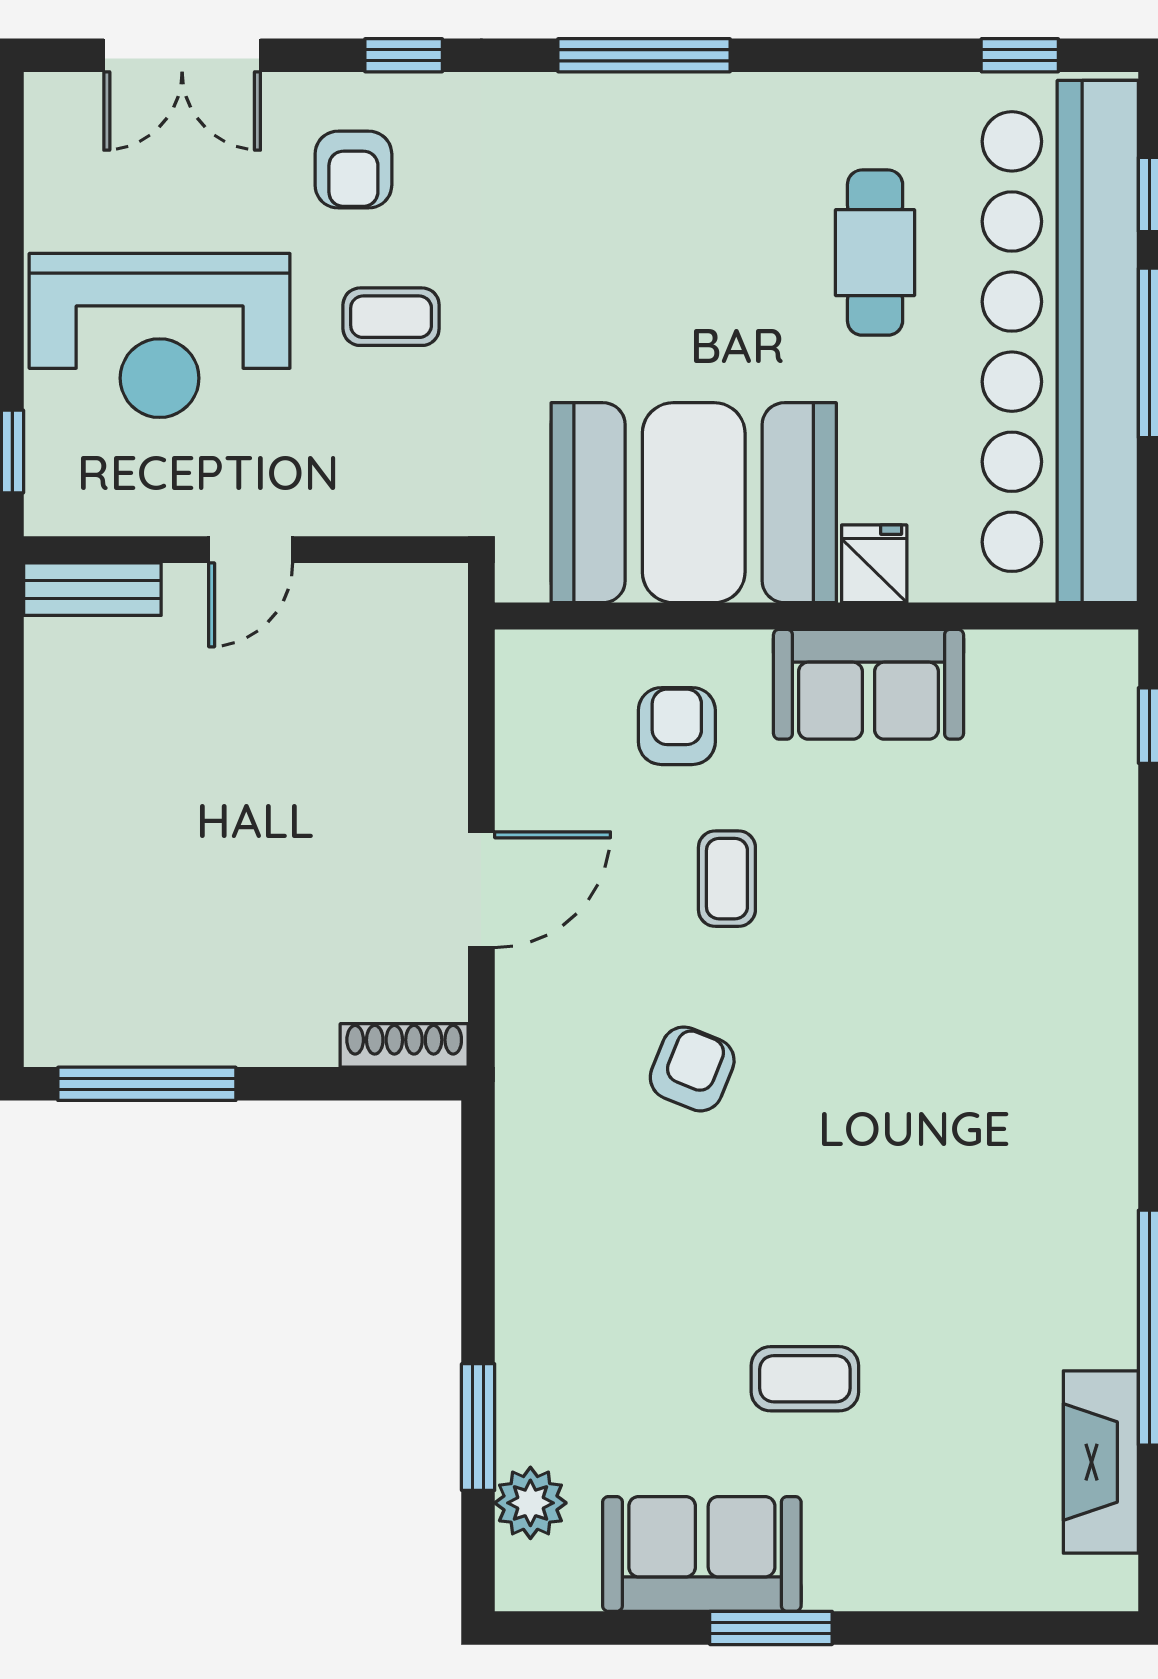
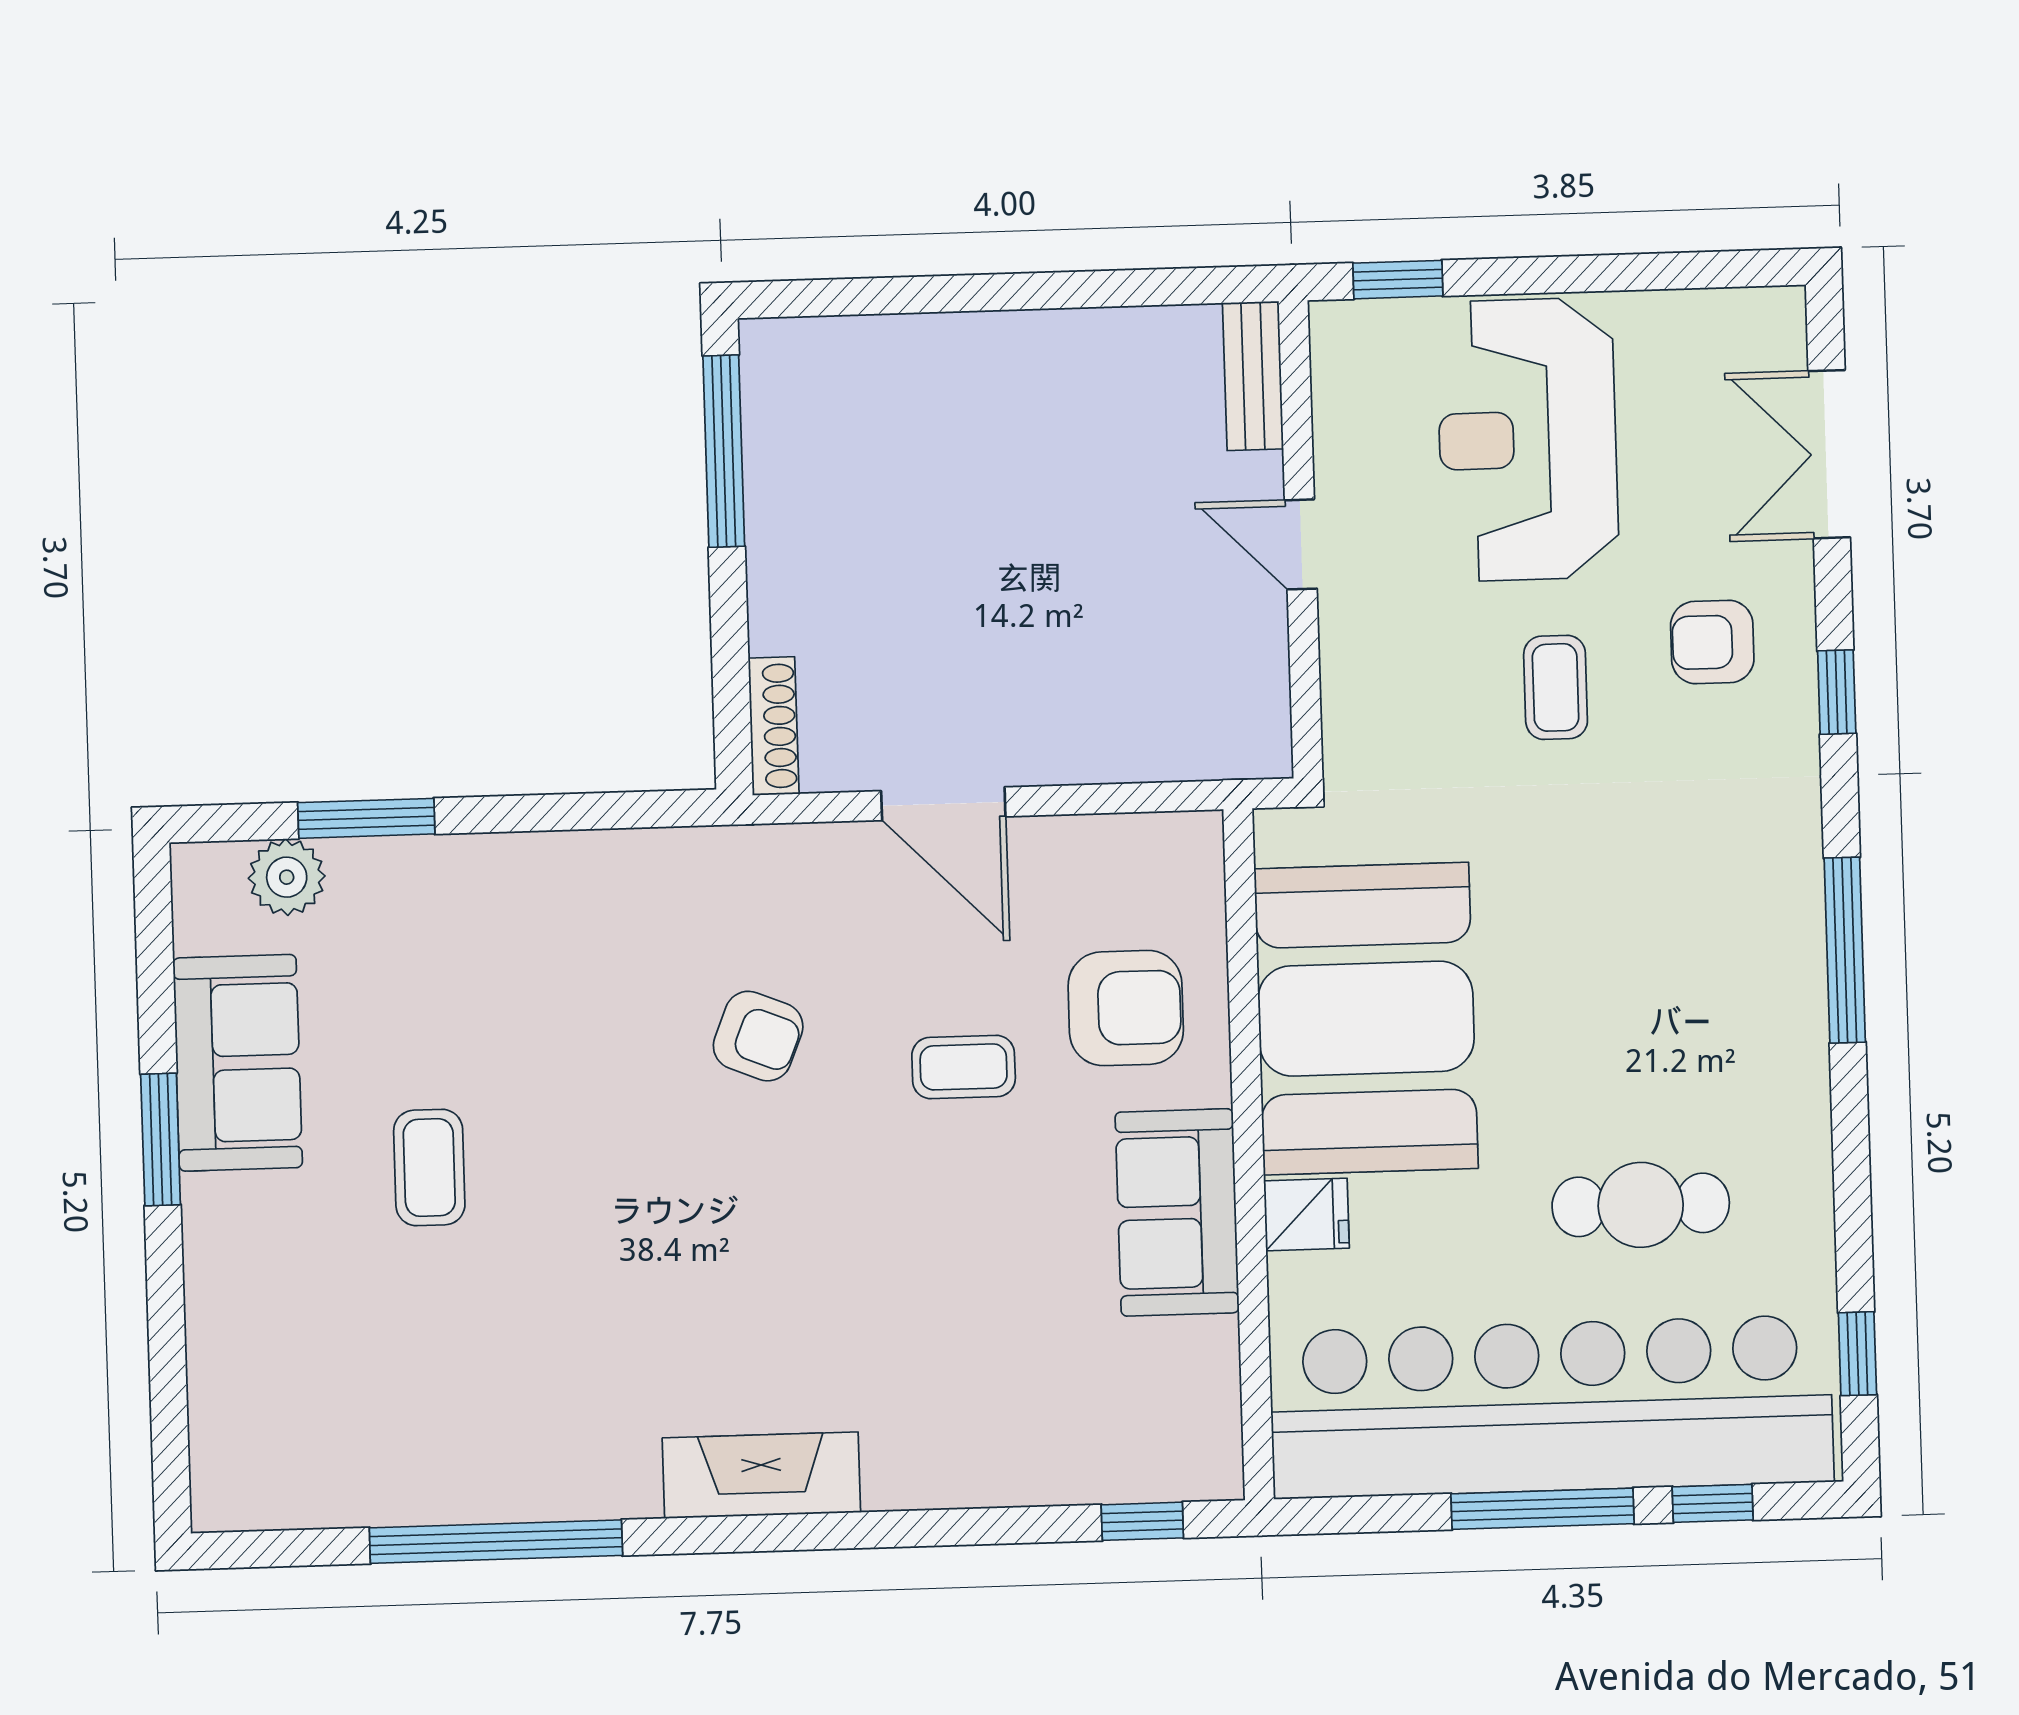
armchair: (677, 726) -> (1126, 1008), width x1.38, depth x1.38
fireplace: (1101, 1462) -> (761, 1475), moved

